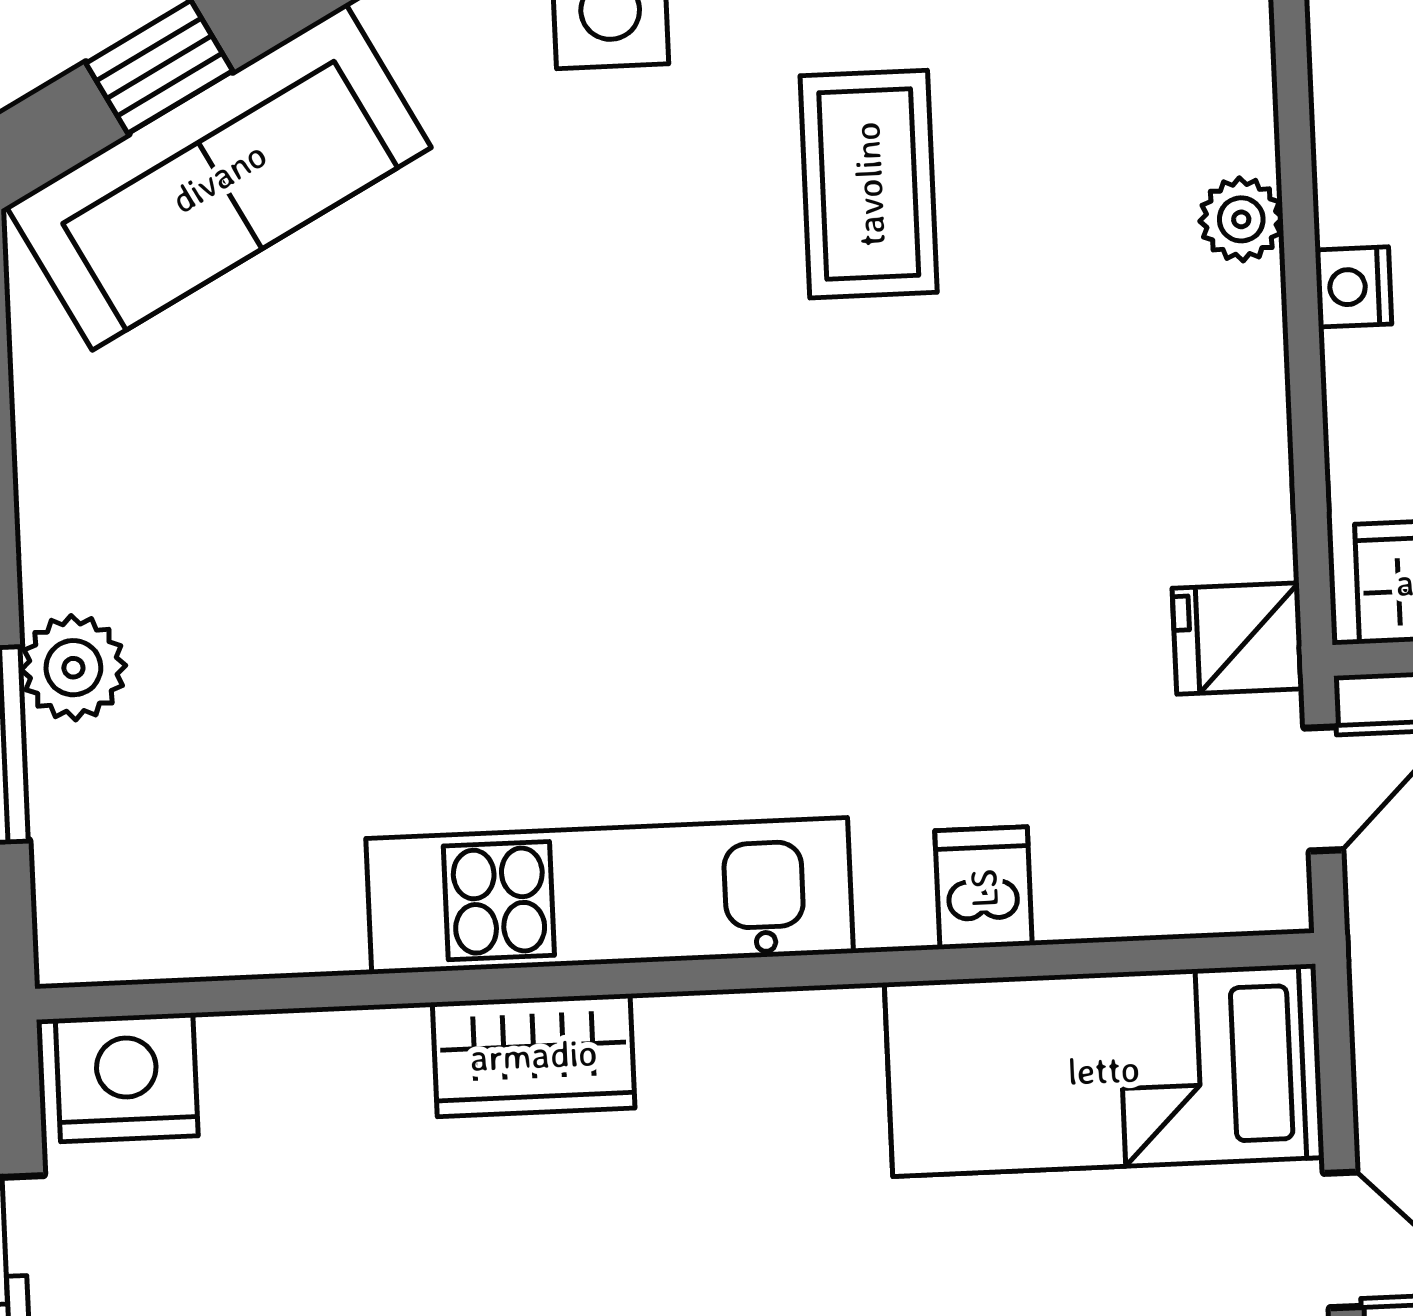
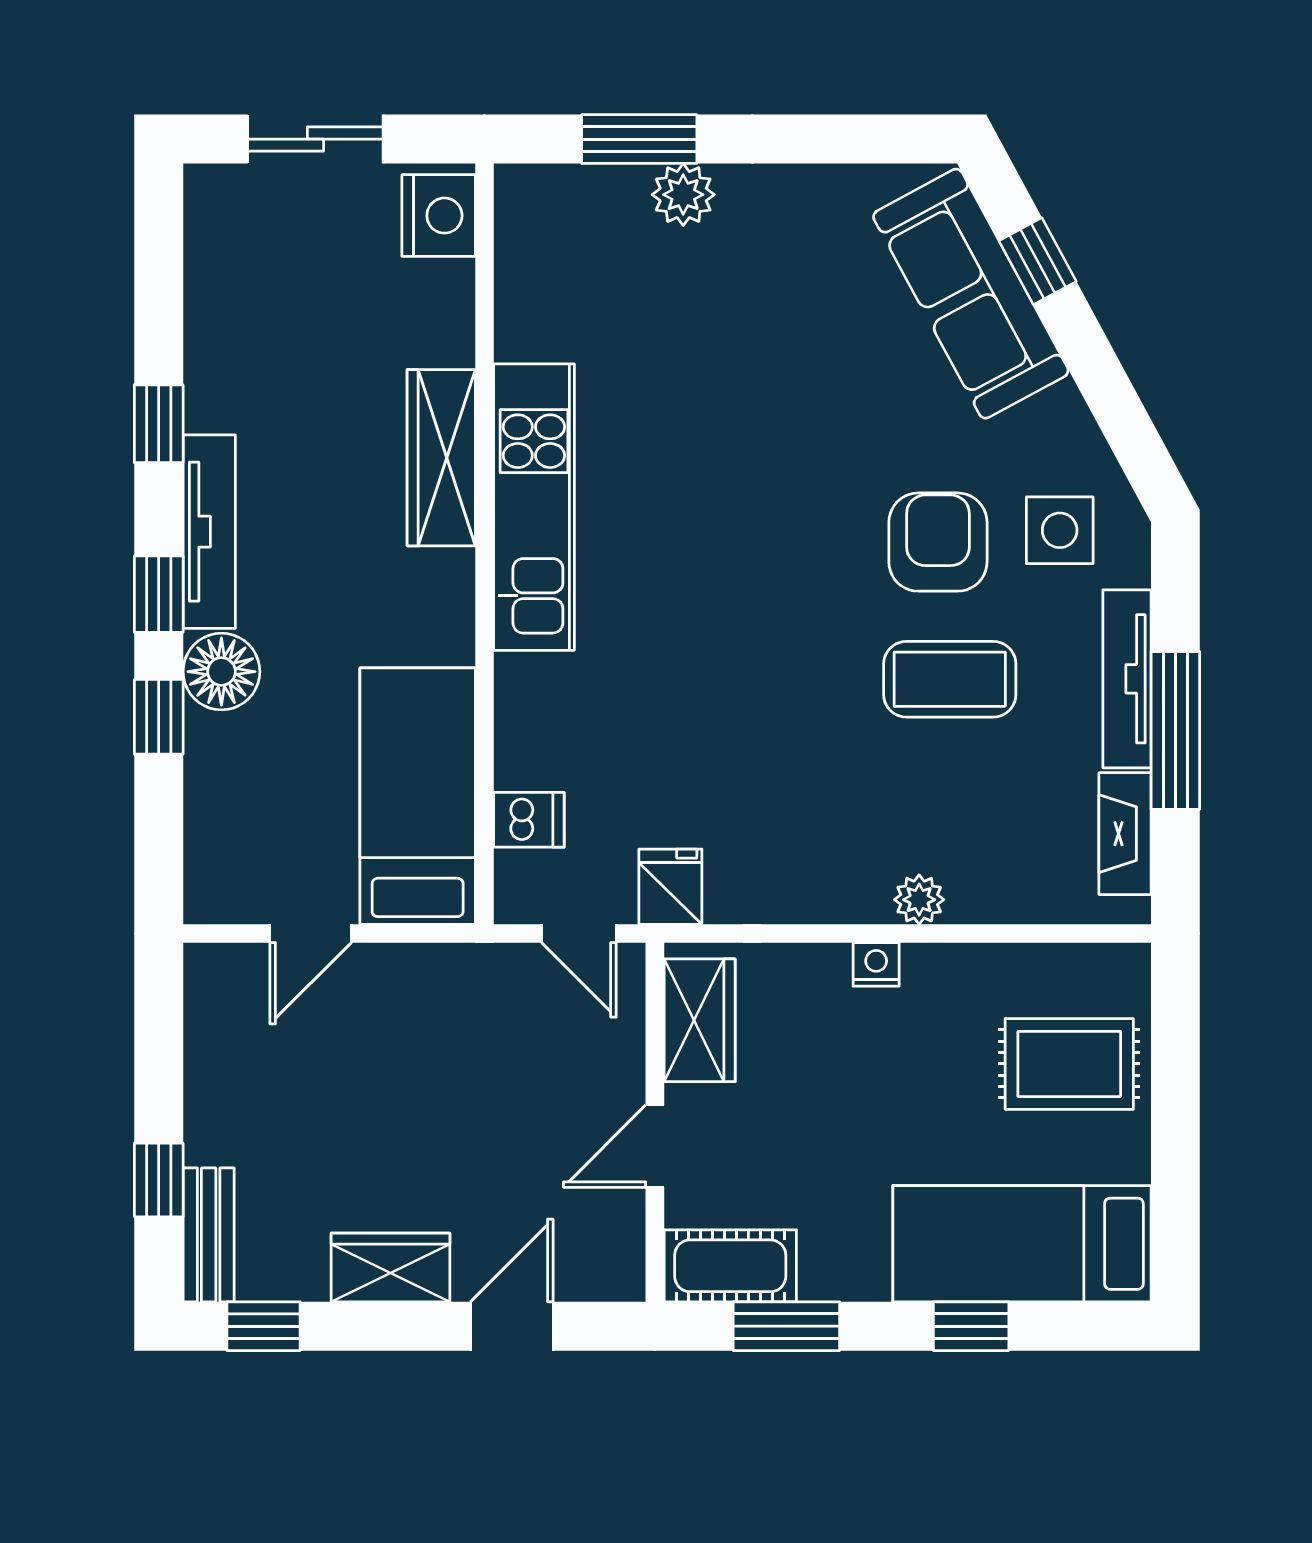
armchair: (639, 214) -> (938, 542), added
dishwasher: (984, 888) -> (529, 820), moved
wardrobe: (534, 1055) -> (441, 458), width x1.50

